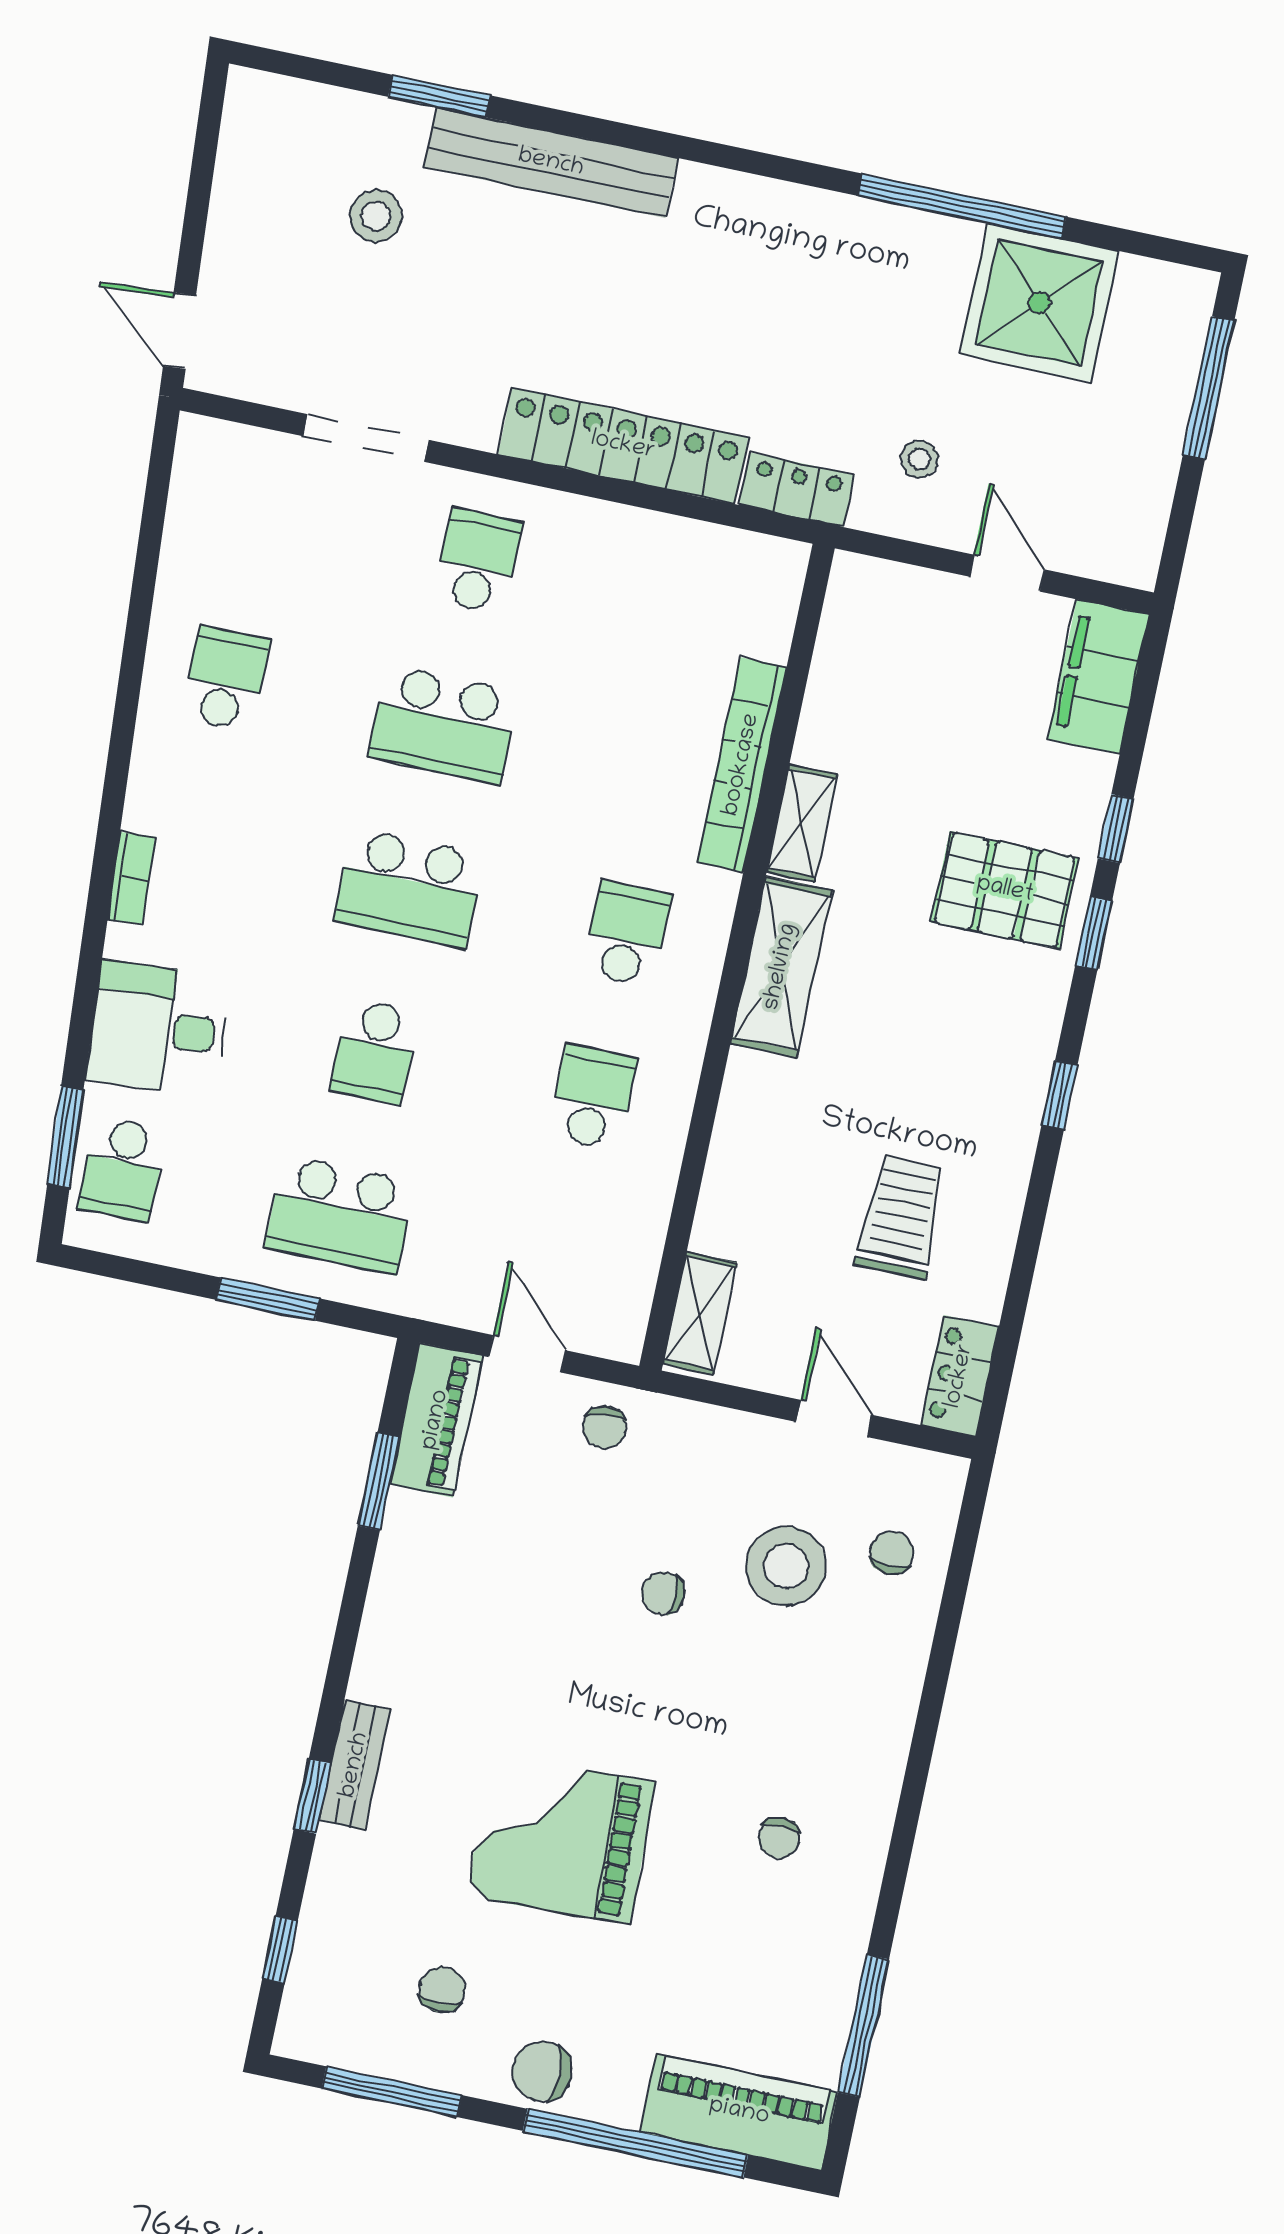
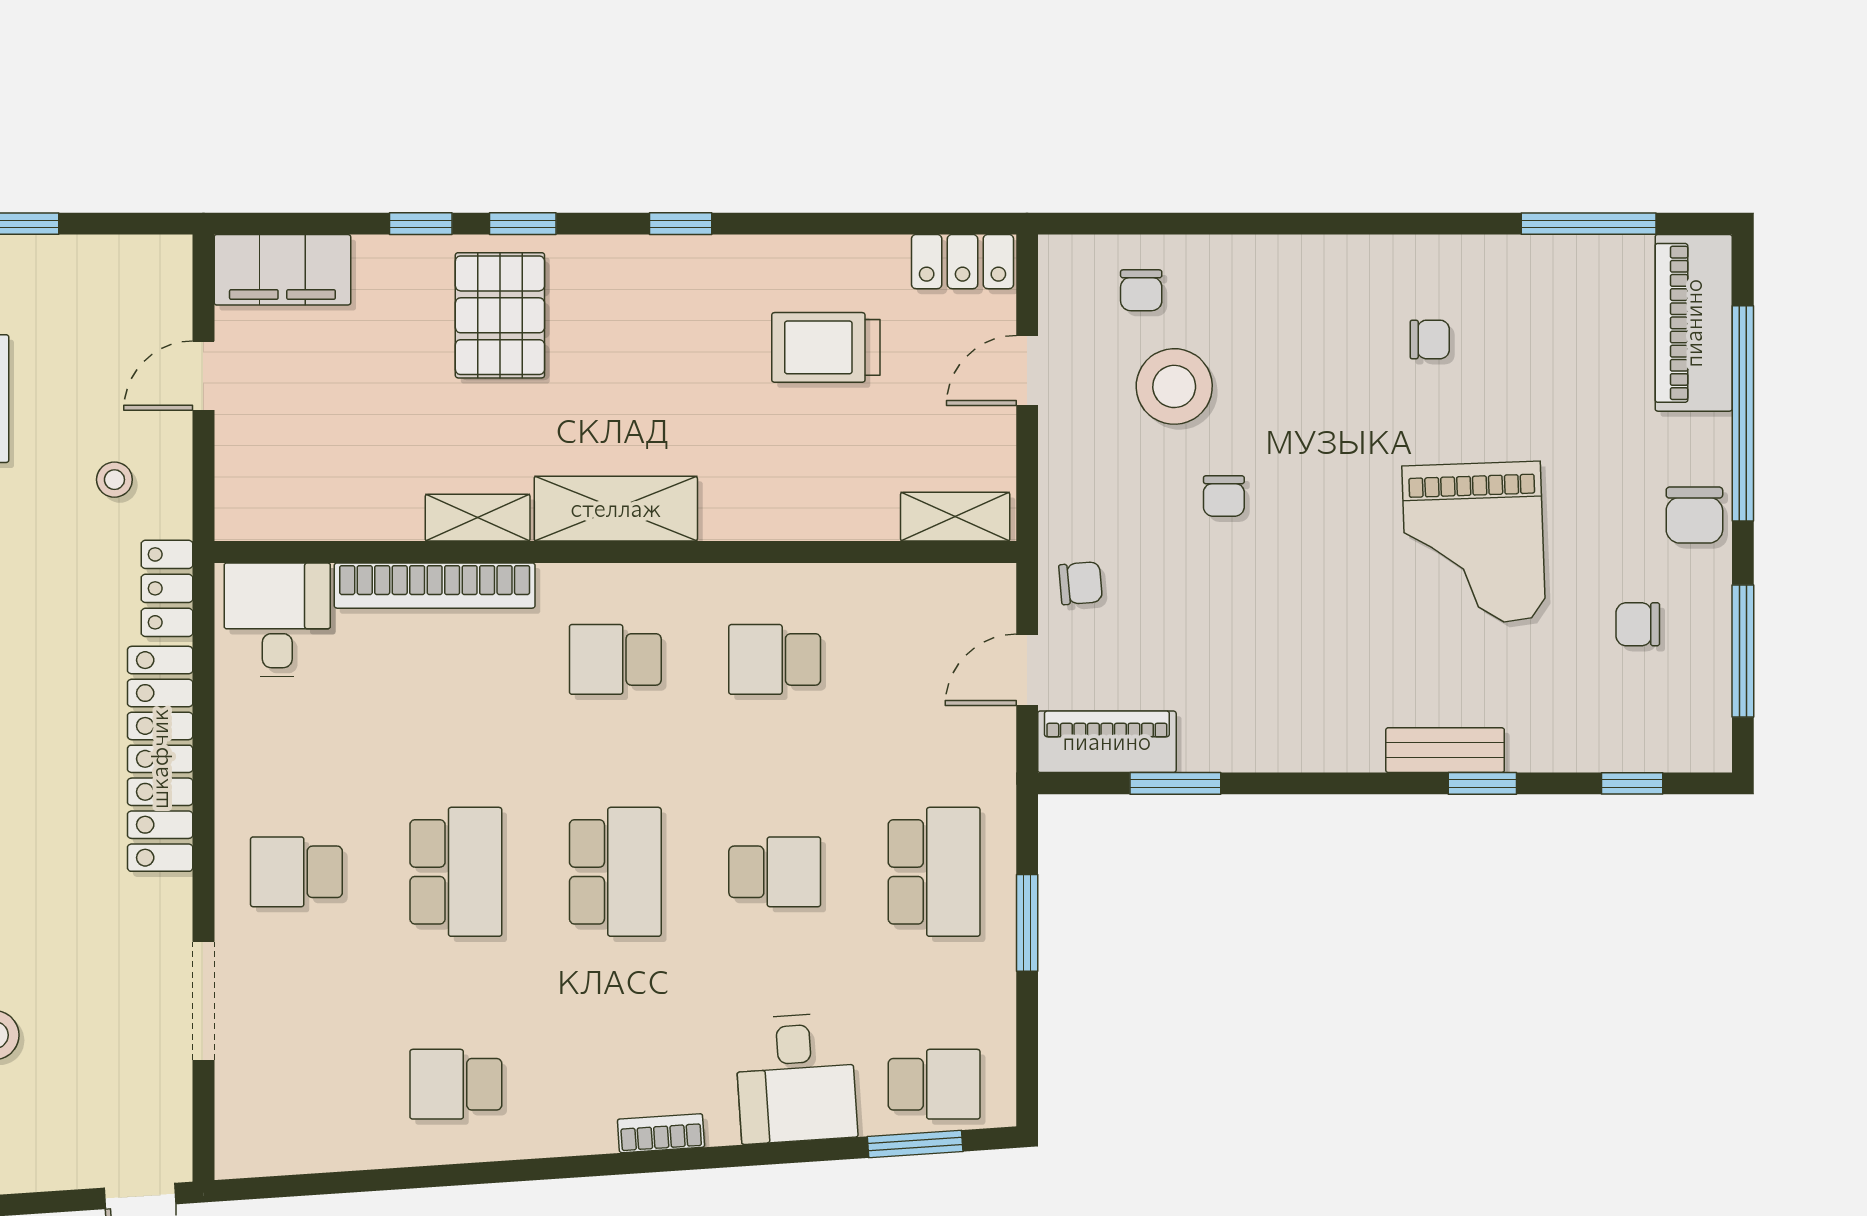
desk: (740, 596) -> (277, 620), added
chair: (892, 1553) -> (1141, 290), turned -90

